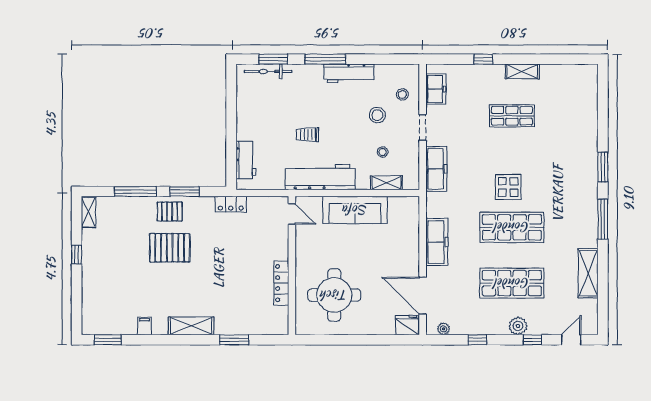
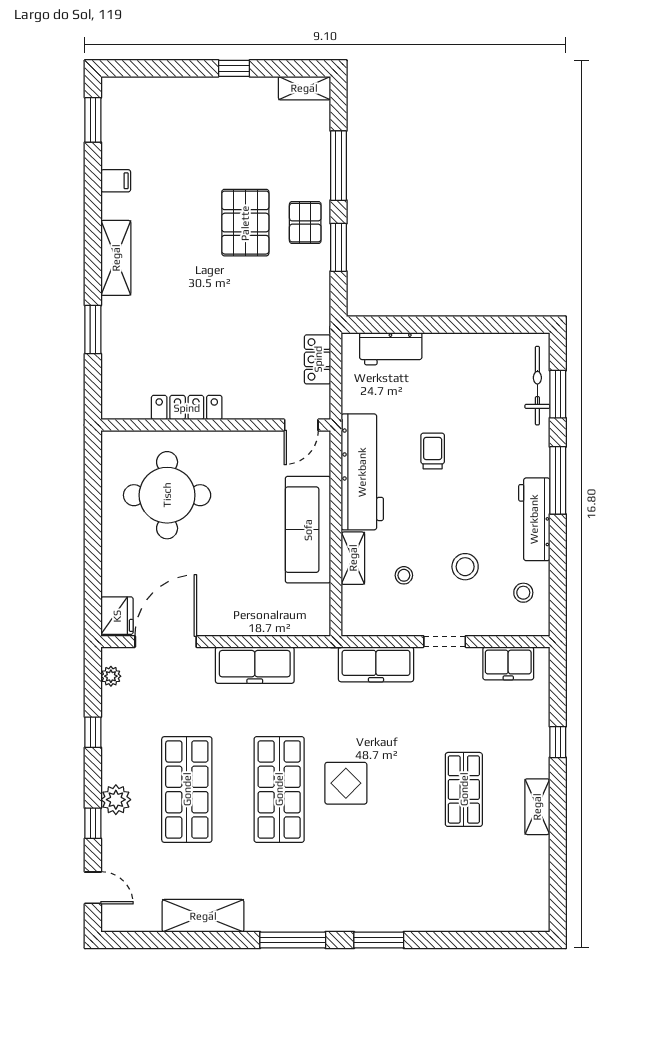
stool: (402, 94) -> (523, 593), moved
shelving: (386, 183) -> (353, 558), moved
locker: (231, 204) -> (318, 359), moved

